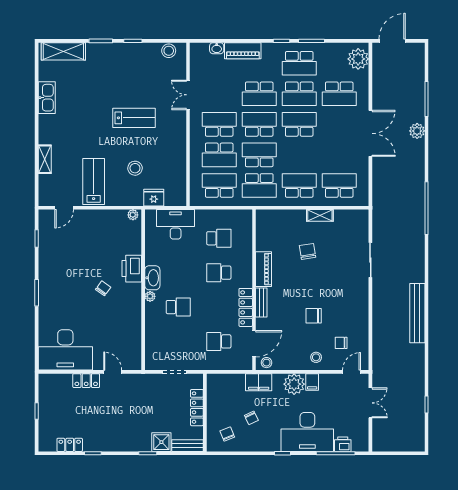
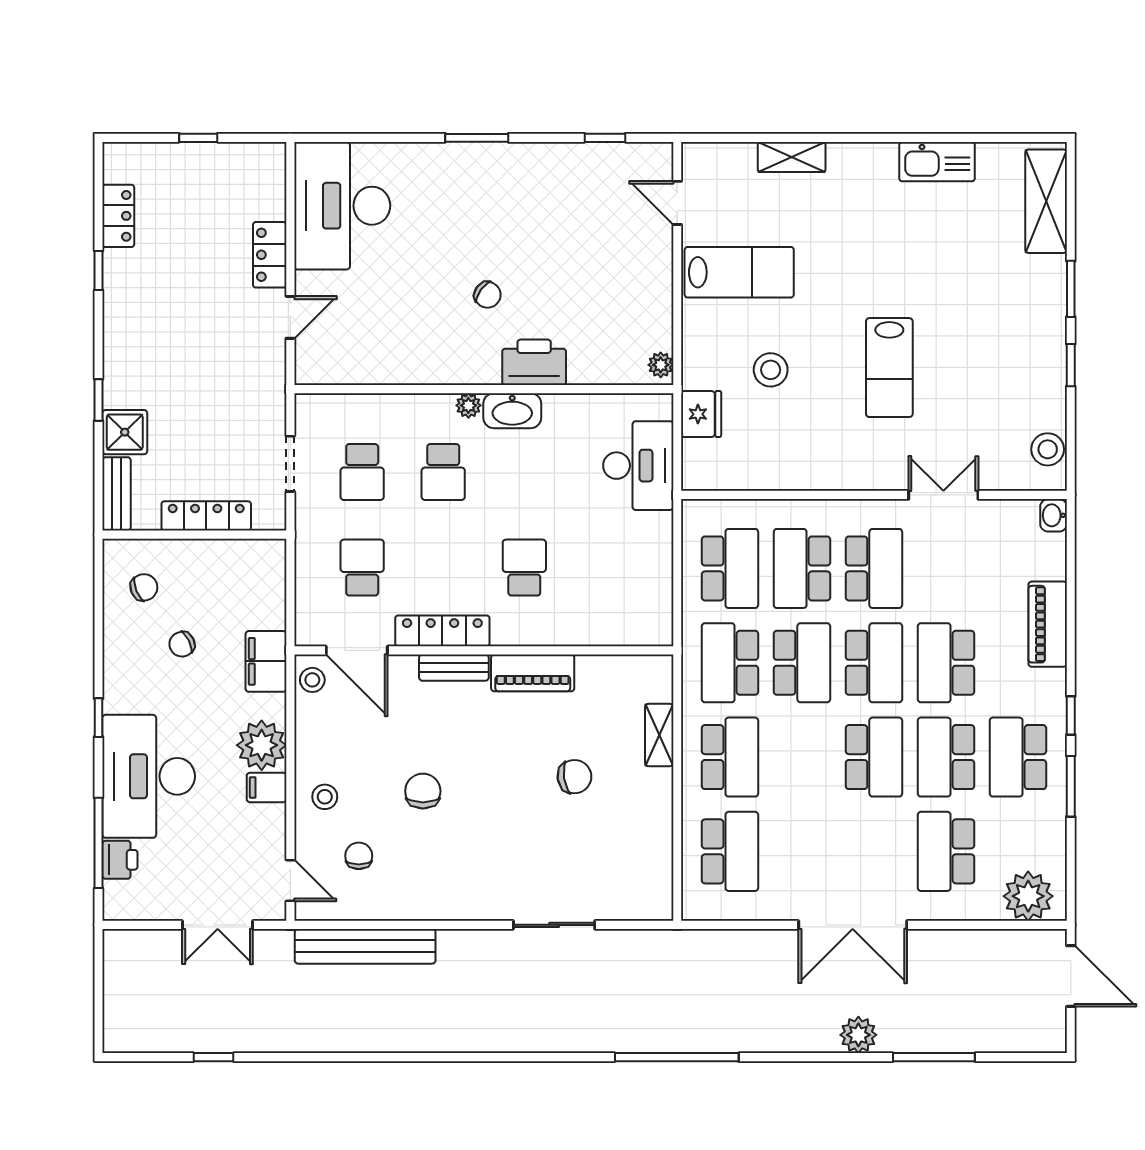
washbasin: (217, 48) -> (1054, 515), moved
shelving: (320, 215) -> (659, 735), moved
school desk: (219, 238) -> (362, 472), moved
bench: (417, 313) -> (365, 946), moved

